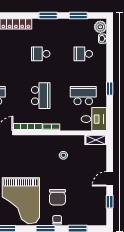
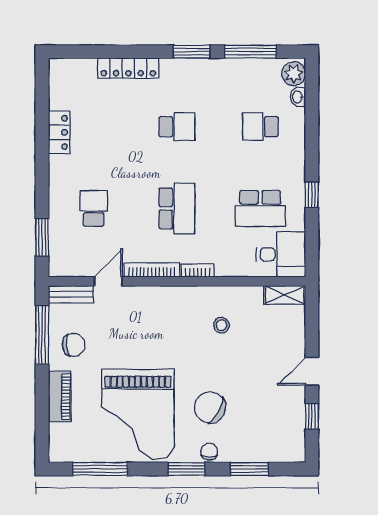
window: (78, 16) -> (250, 52), width x1.44
school desk: (41, 54) -> (177, 127), turned 180
school desk: (83, 96) -> (260, 208), turned 180
chair: (57, 197) -> (210, 407), turned 118

